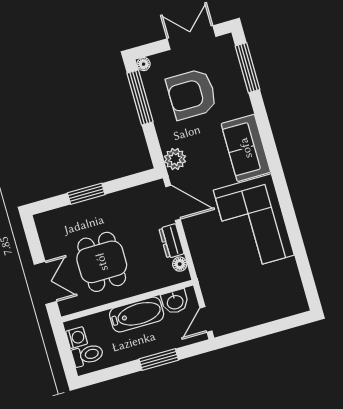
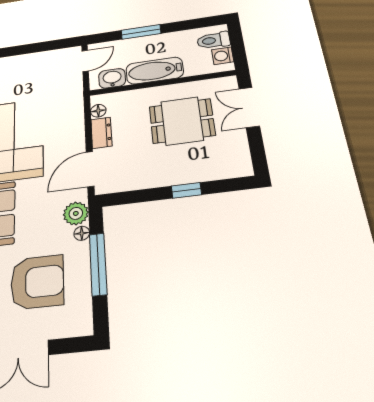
floor lamp: (144, 64) -> (82, 233), moved
window: (140, 98) -> (98, 264), moved
window: (86, 194) -> (186, 190), width x0.67
door: (173, 203) -> (90, 169), hinge flipped
dining table: (102, 262) -> (182, 121), turned 90

